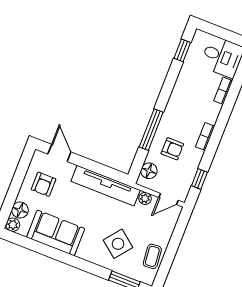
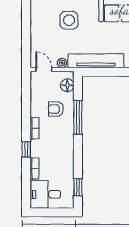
window: (199, 179) -> (26, 150), moved
door: (169, 199) -> (44, 70), hinge flipped
side table: (118, 244) -> (69, 20), turned -38
coffee table: (152, 256) -> (39, 21), removed

